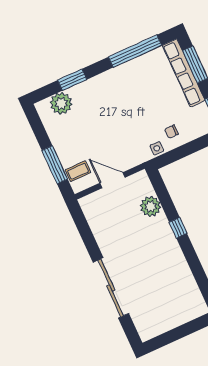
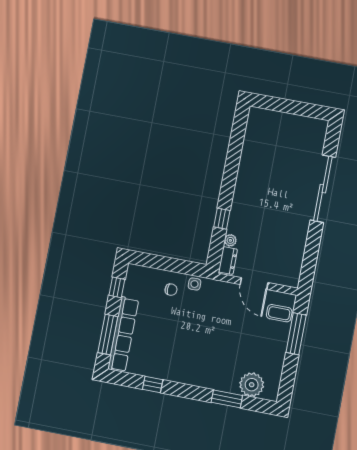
window: (135, 51) -> (153, 385), width x0.32
dresser: (144, 184) -> (228, 261), added
plant: (151, 206) -> (230, 240), width x0.53, depth x0.53
window: (178, 228) -> (222, 219), moved

